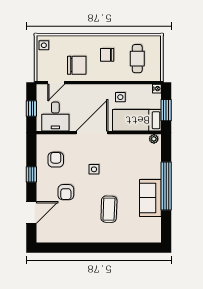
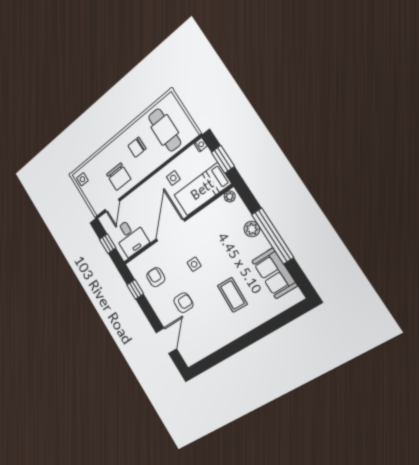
cafe table: (137, 59) -> (165, 130), width x1.37, depth x1.35
chair: (77, 65) -> (119, 177), turned 90
plant: (155, 172) -> (252, 229), added
window: (31, 174) -> (135, 289), moved
armchair: (66, 192) -> (183, 303), turned -90
sofa: (150, 198) -> (275, 273), moved

